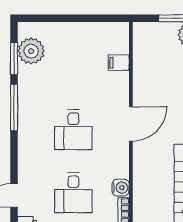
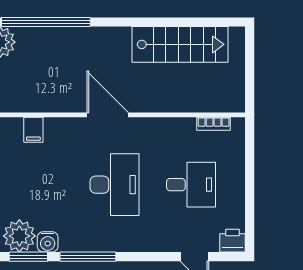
desk: (73, 130) -> (115, 185), width x1.37
water cooler: (121, 188) -> (48, 242), moved, turned 180

